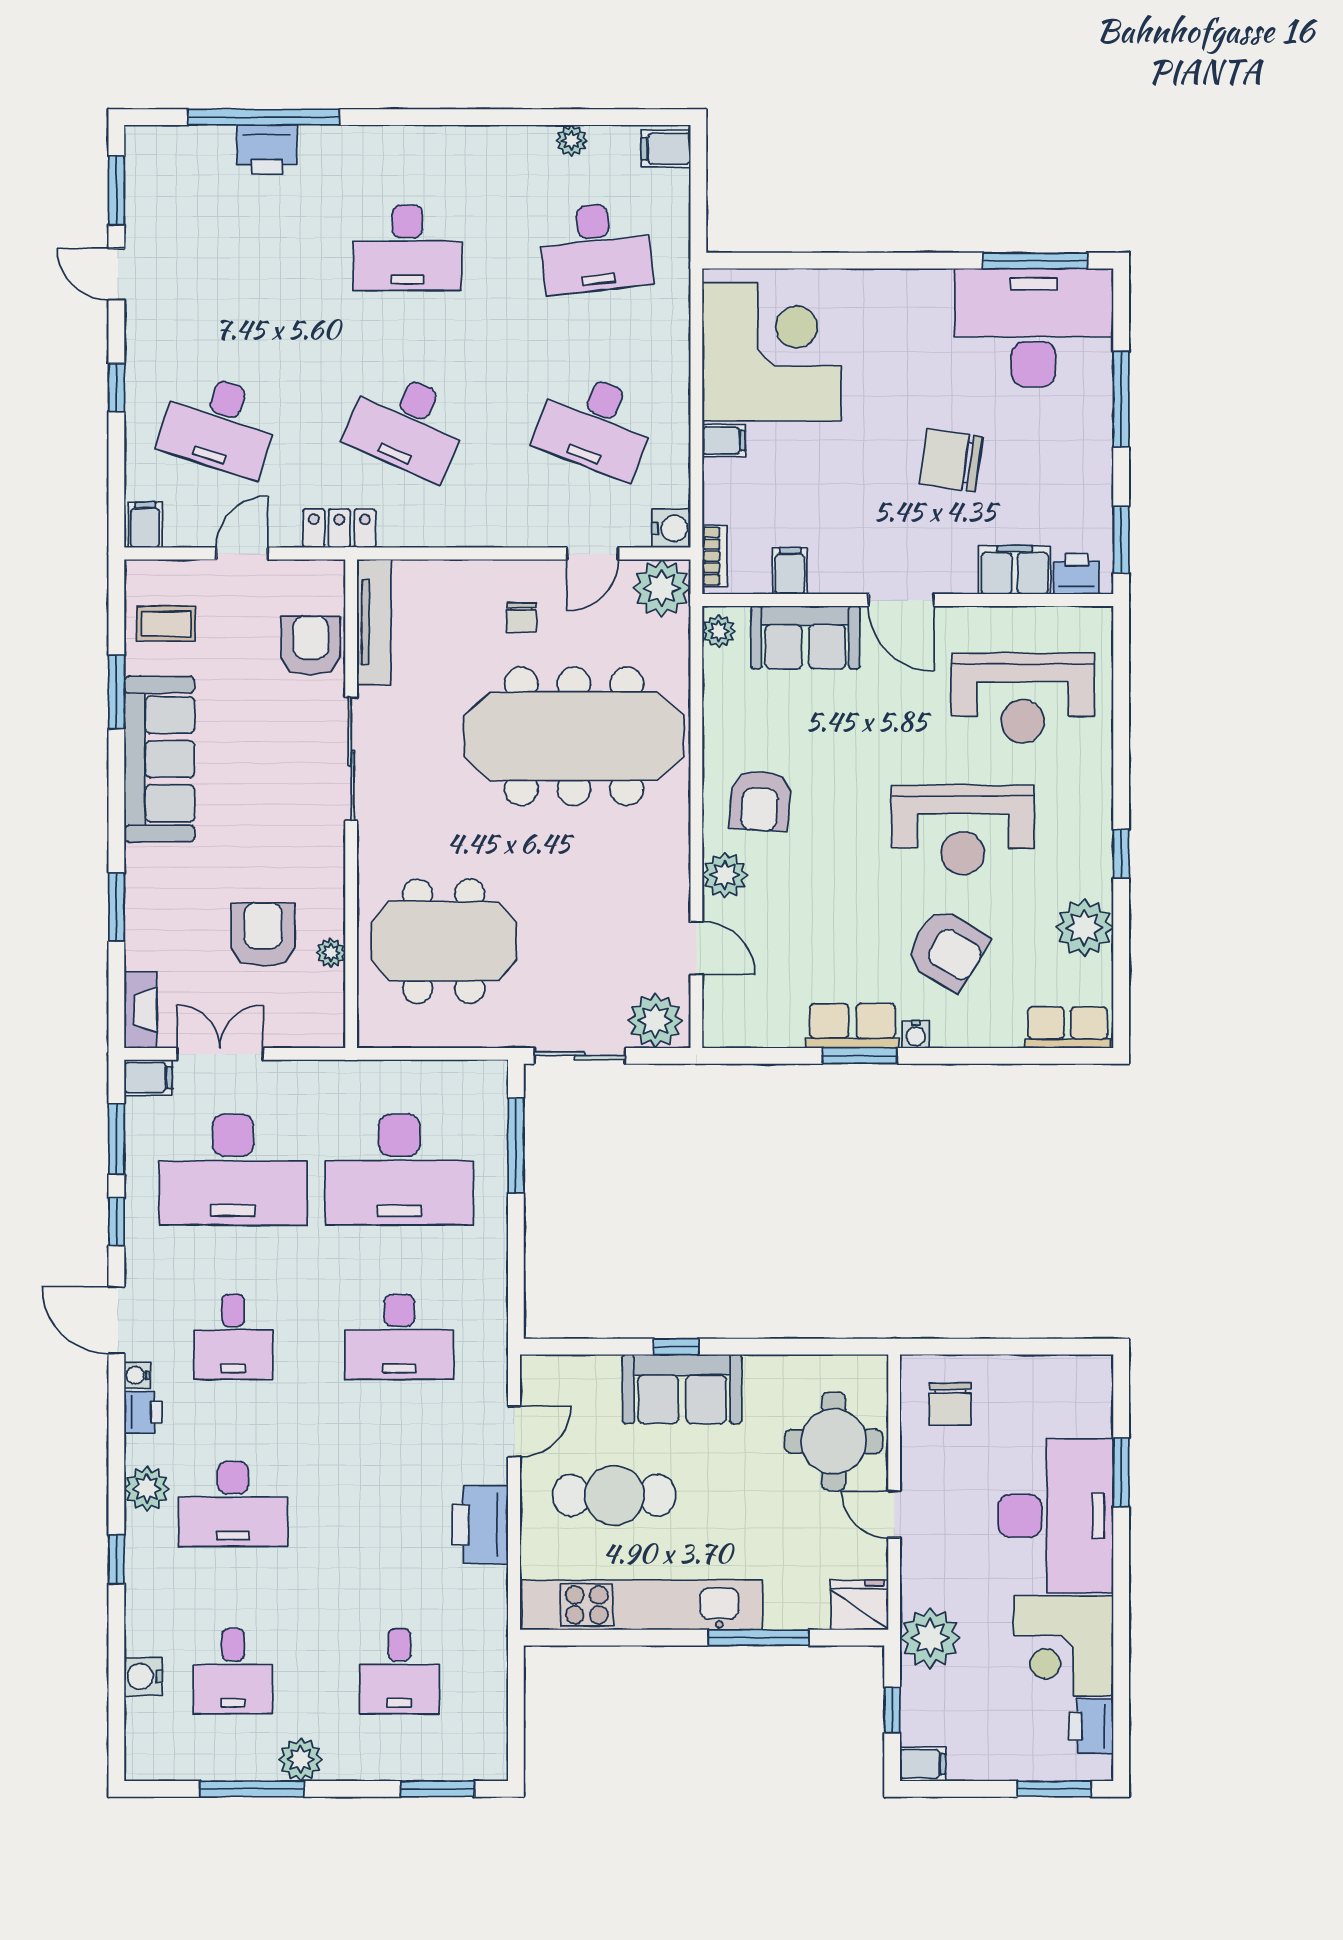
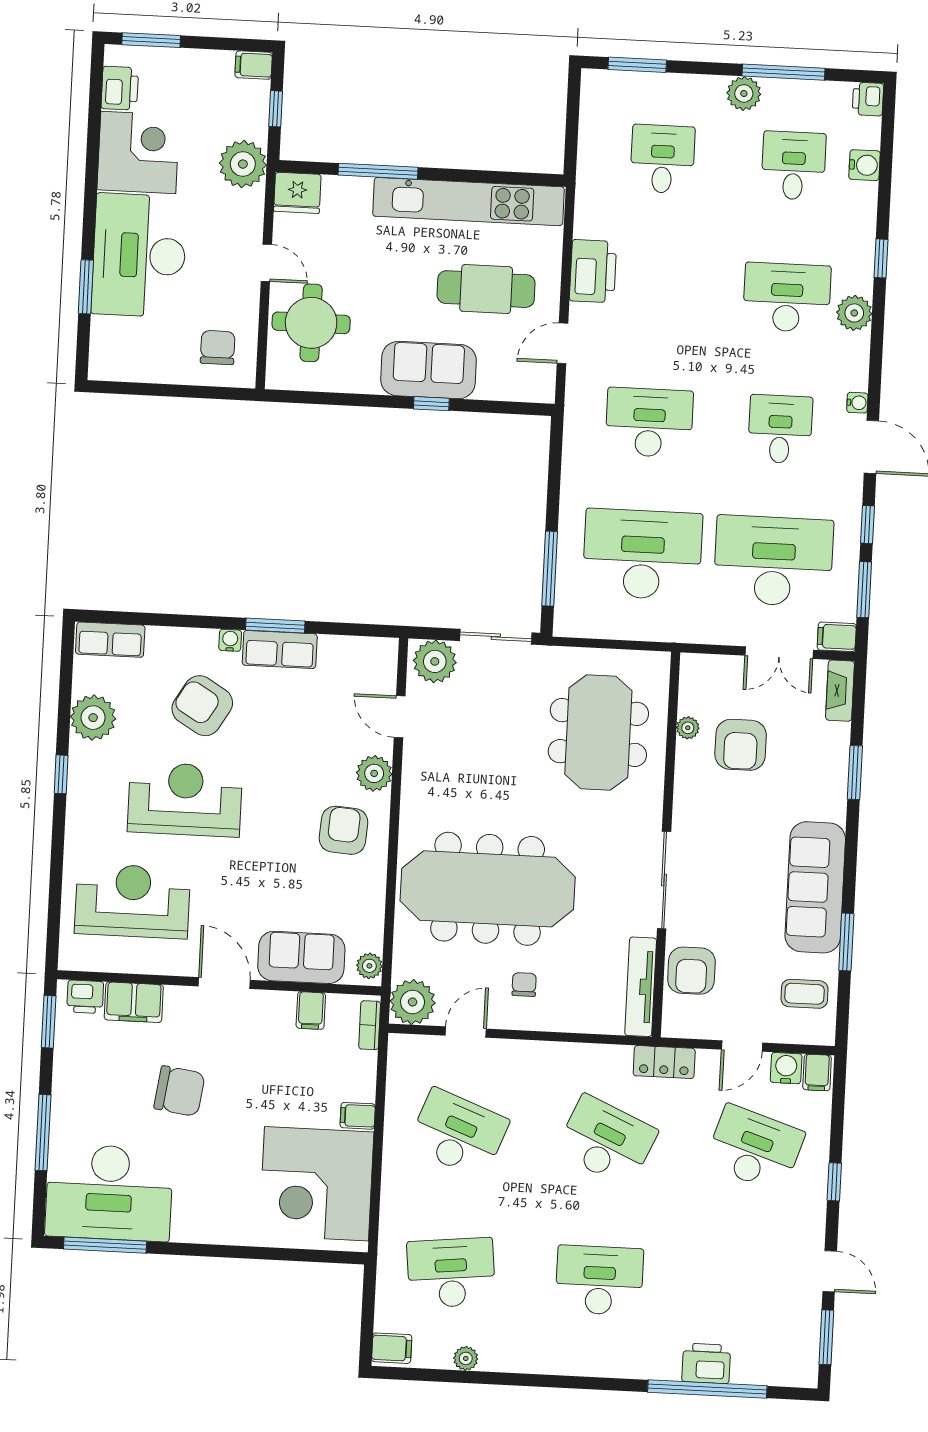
water cooler: (671, 528) -> (786, 1068), moved, turned 90
meeting table: (444, 941) -> (598, 733), turned 90
printer: (143, 1412) -> (868, 99), moved

